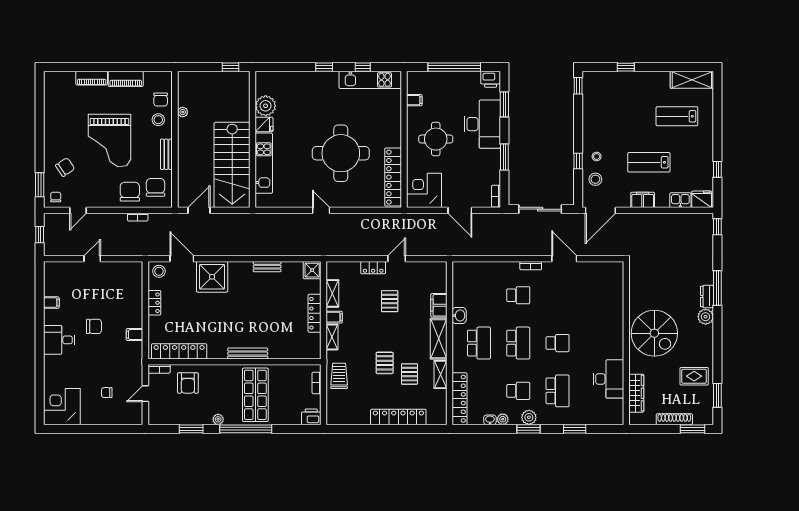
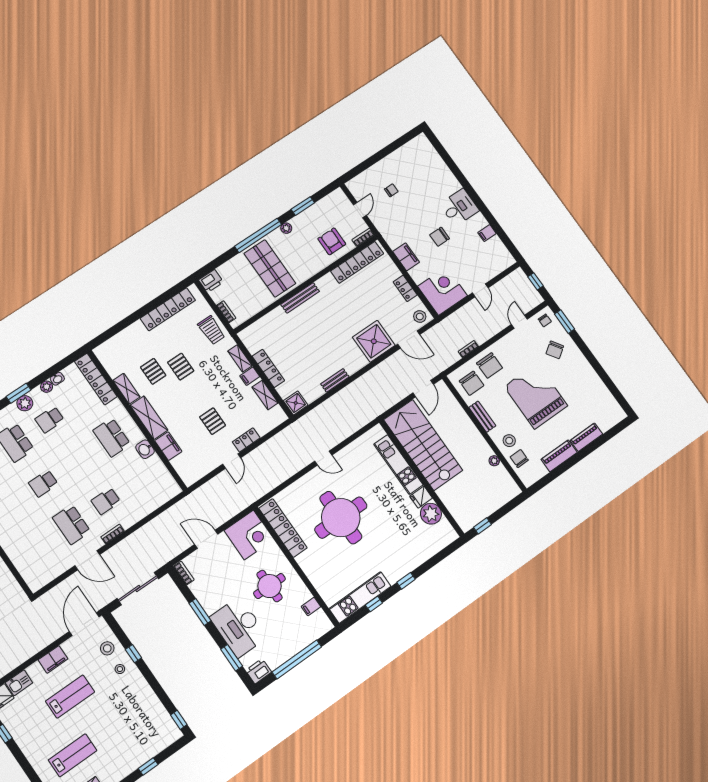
filing cabinet: (135, 335) -> (406, 257), width x2.00
school desk: (518, 343) -> (71, 525), moved
corner desk: (62, 407) -> (442, 291), moved, turned -90
locker: (398, 417) -> (168, 309), moved

